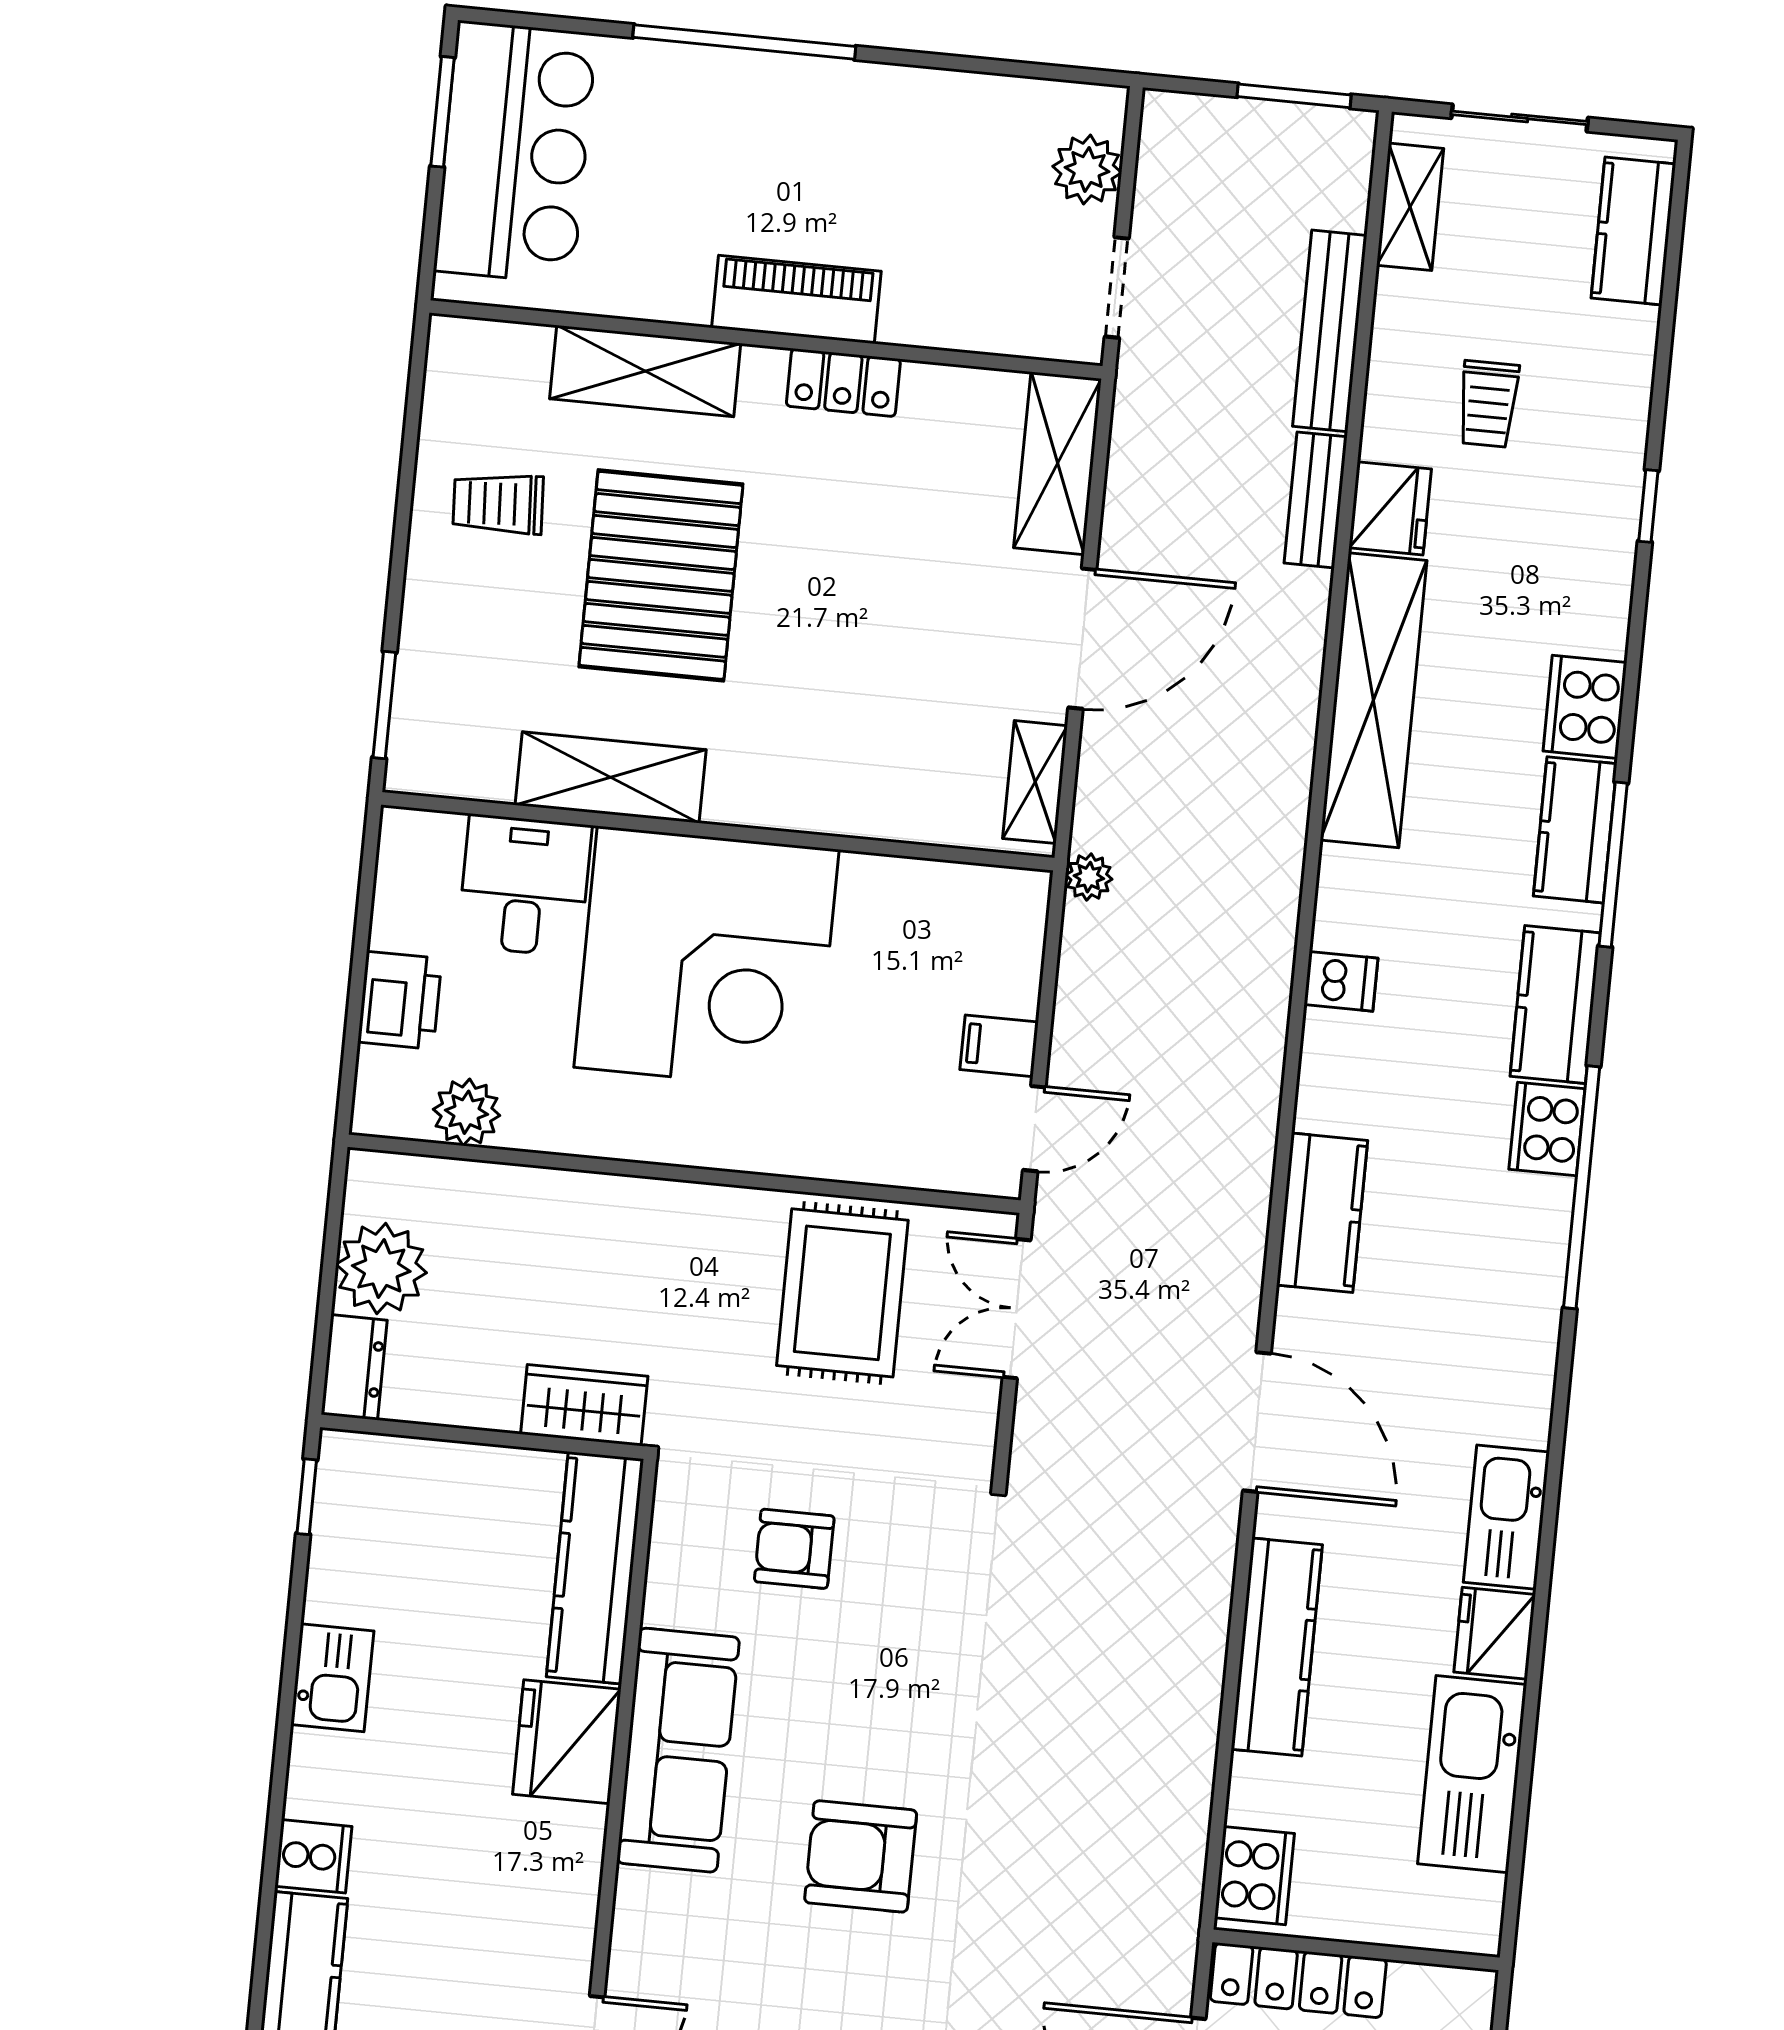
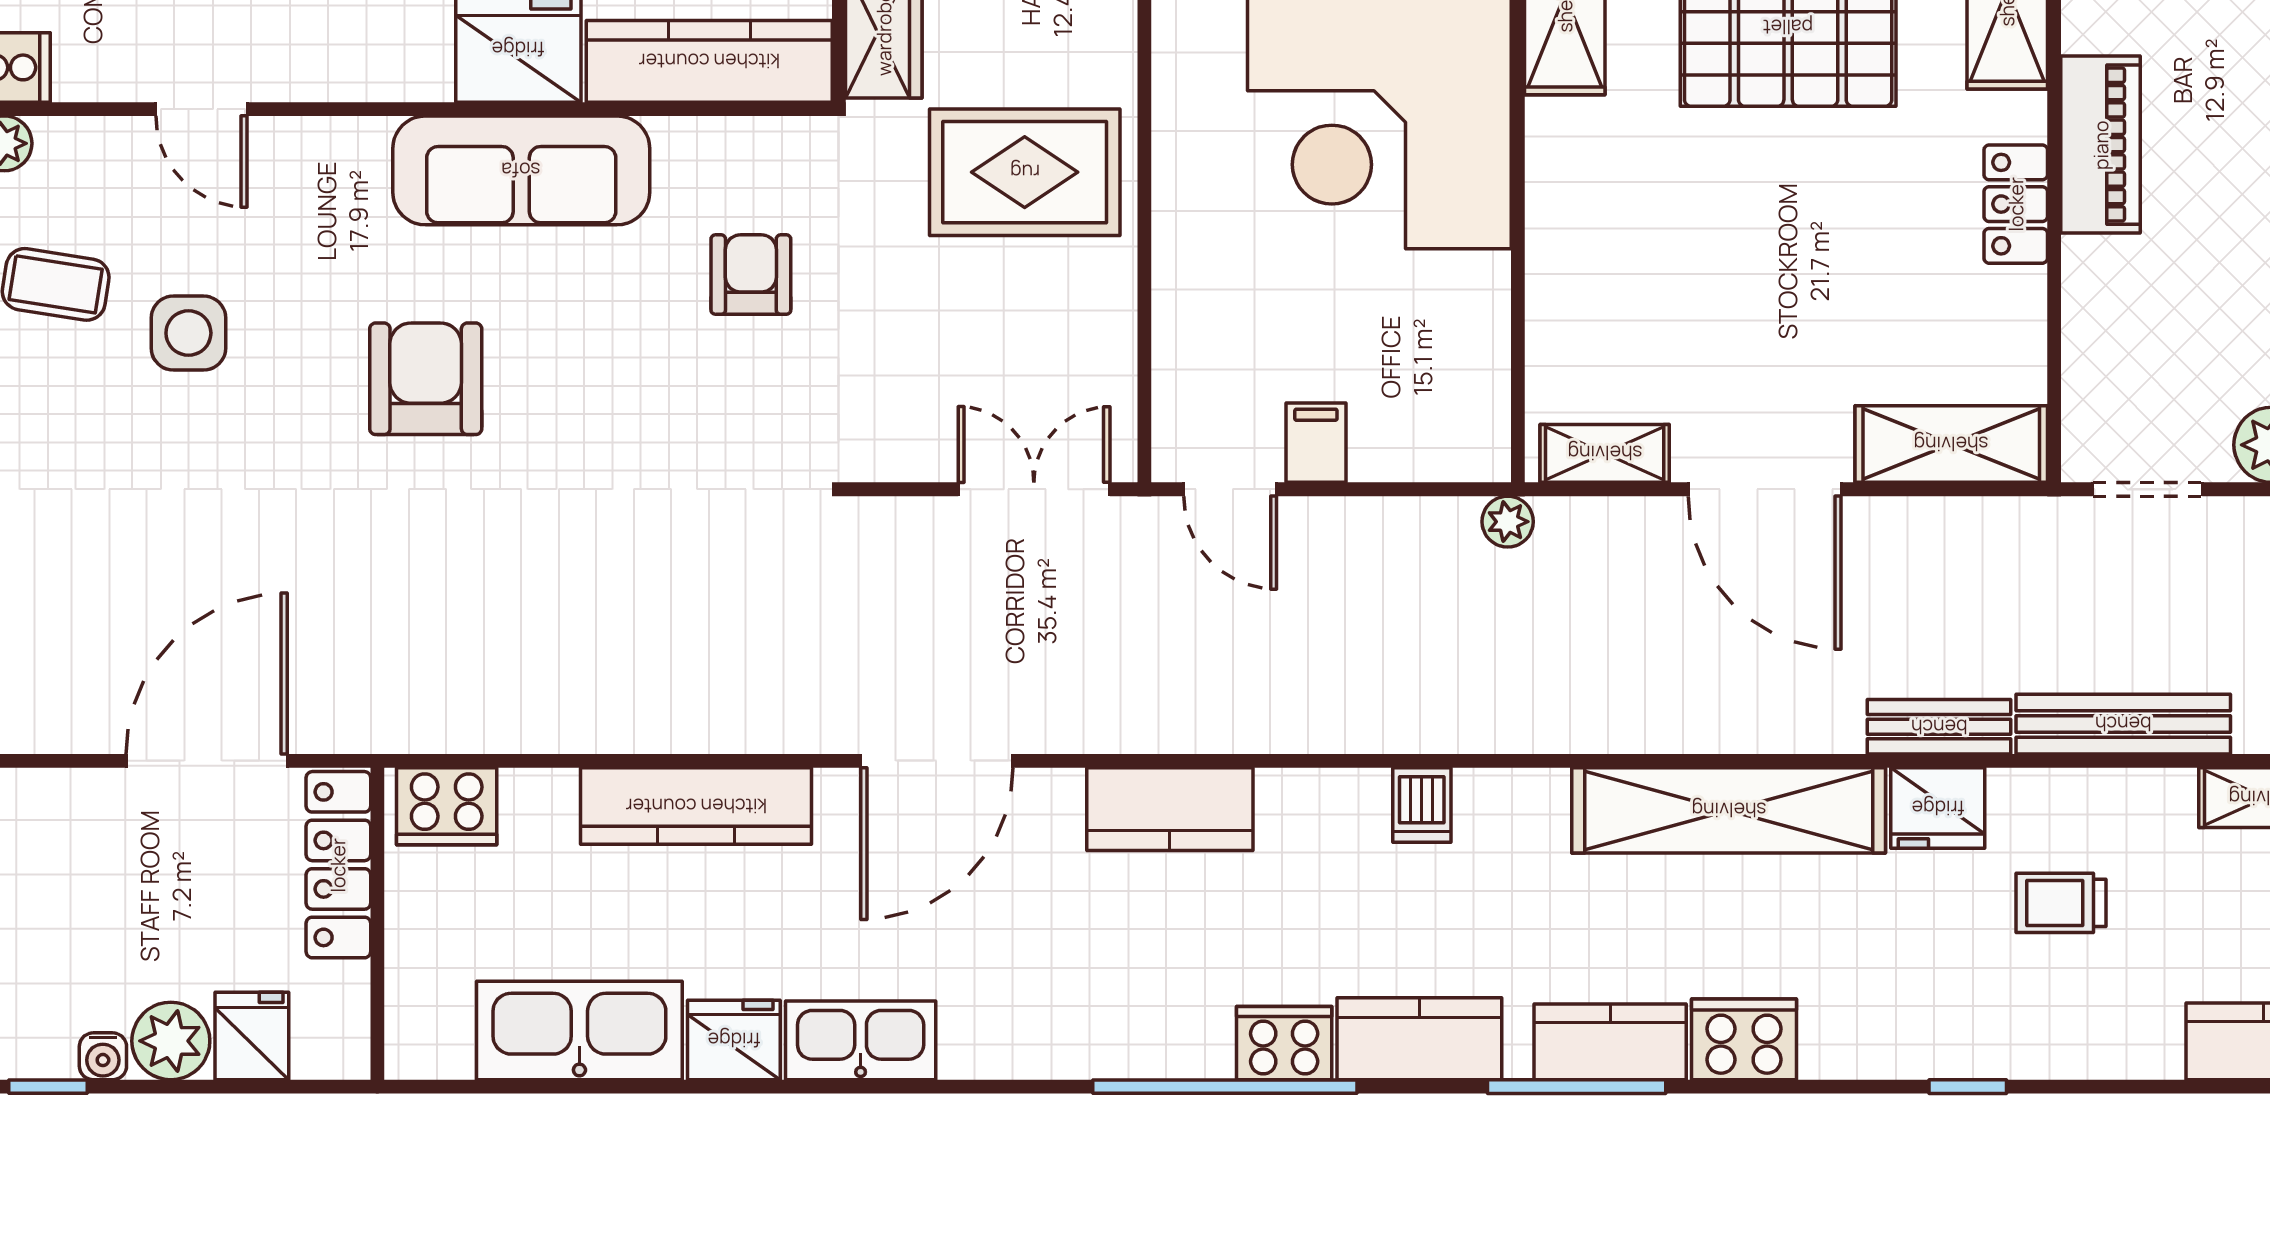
rug: (842, 1293) -> (1025, 172), moved

